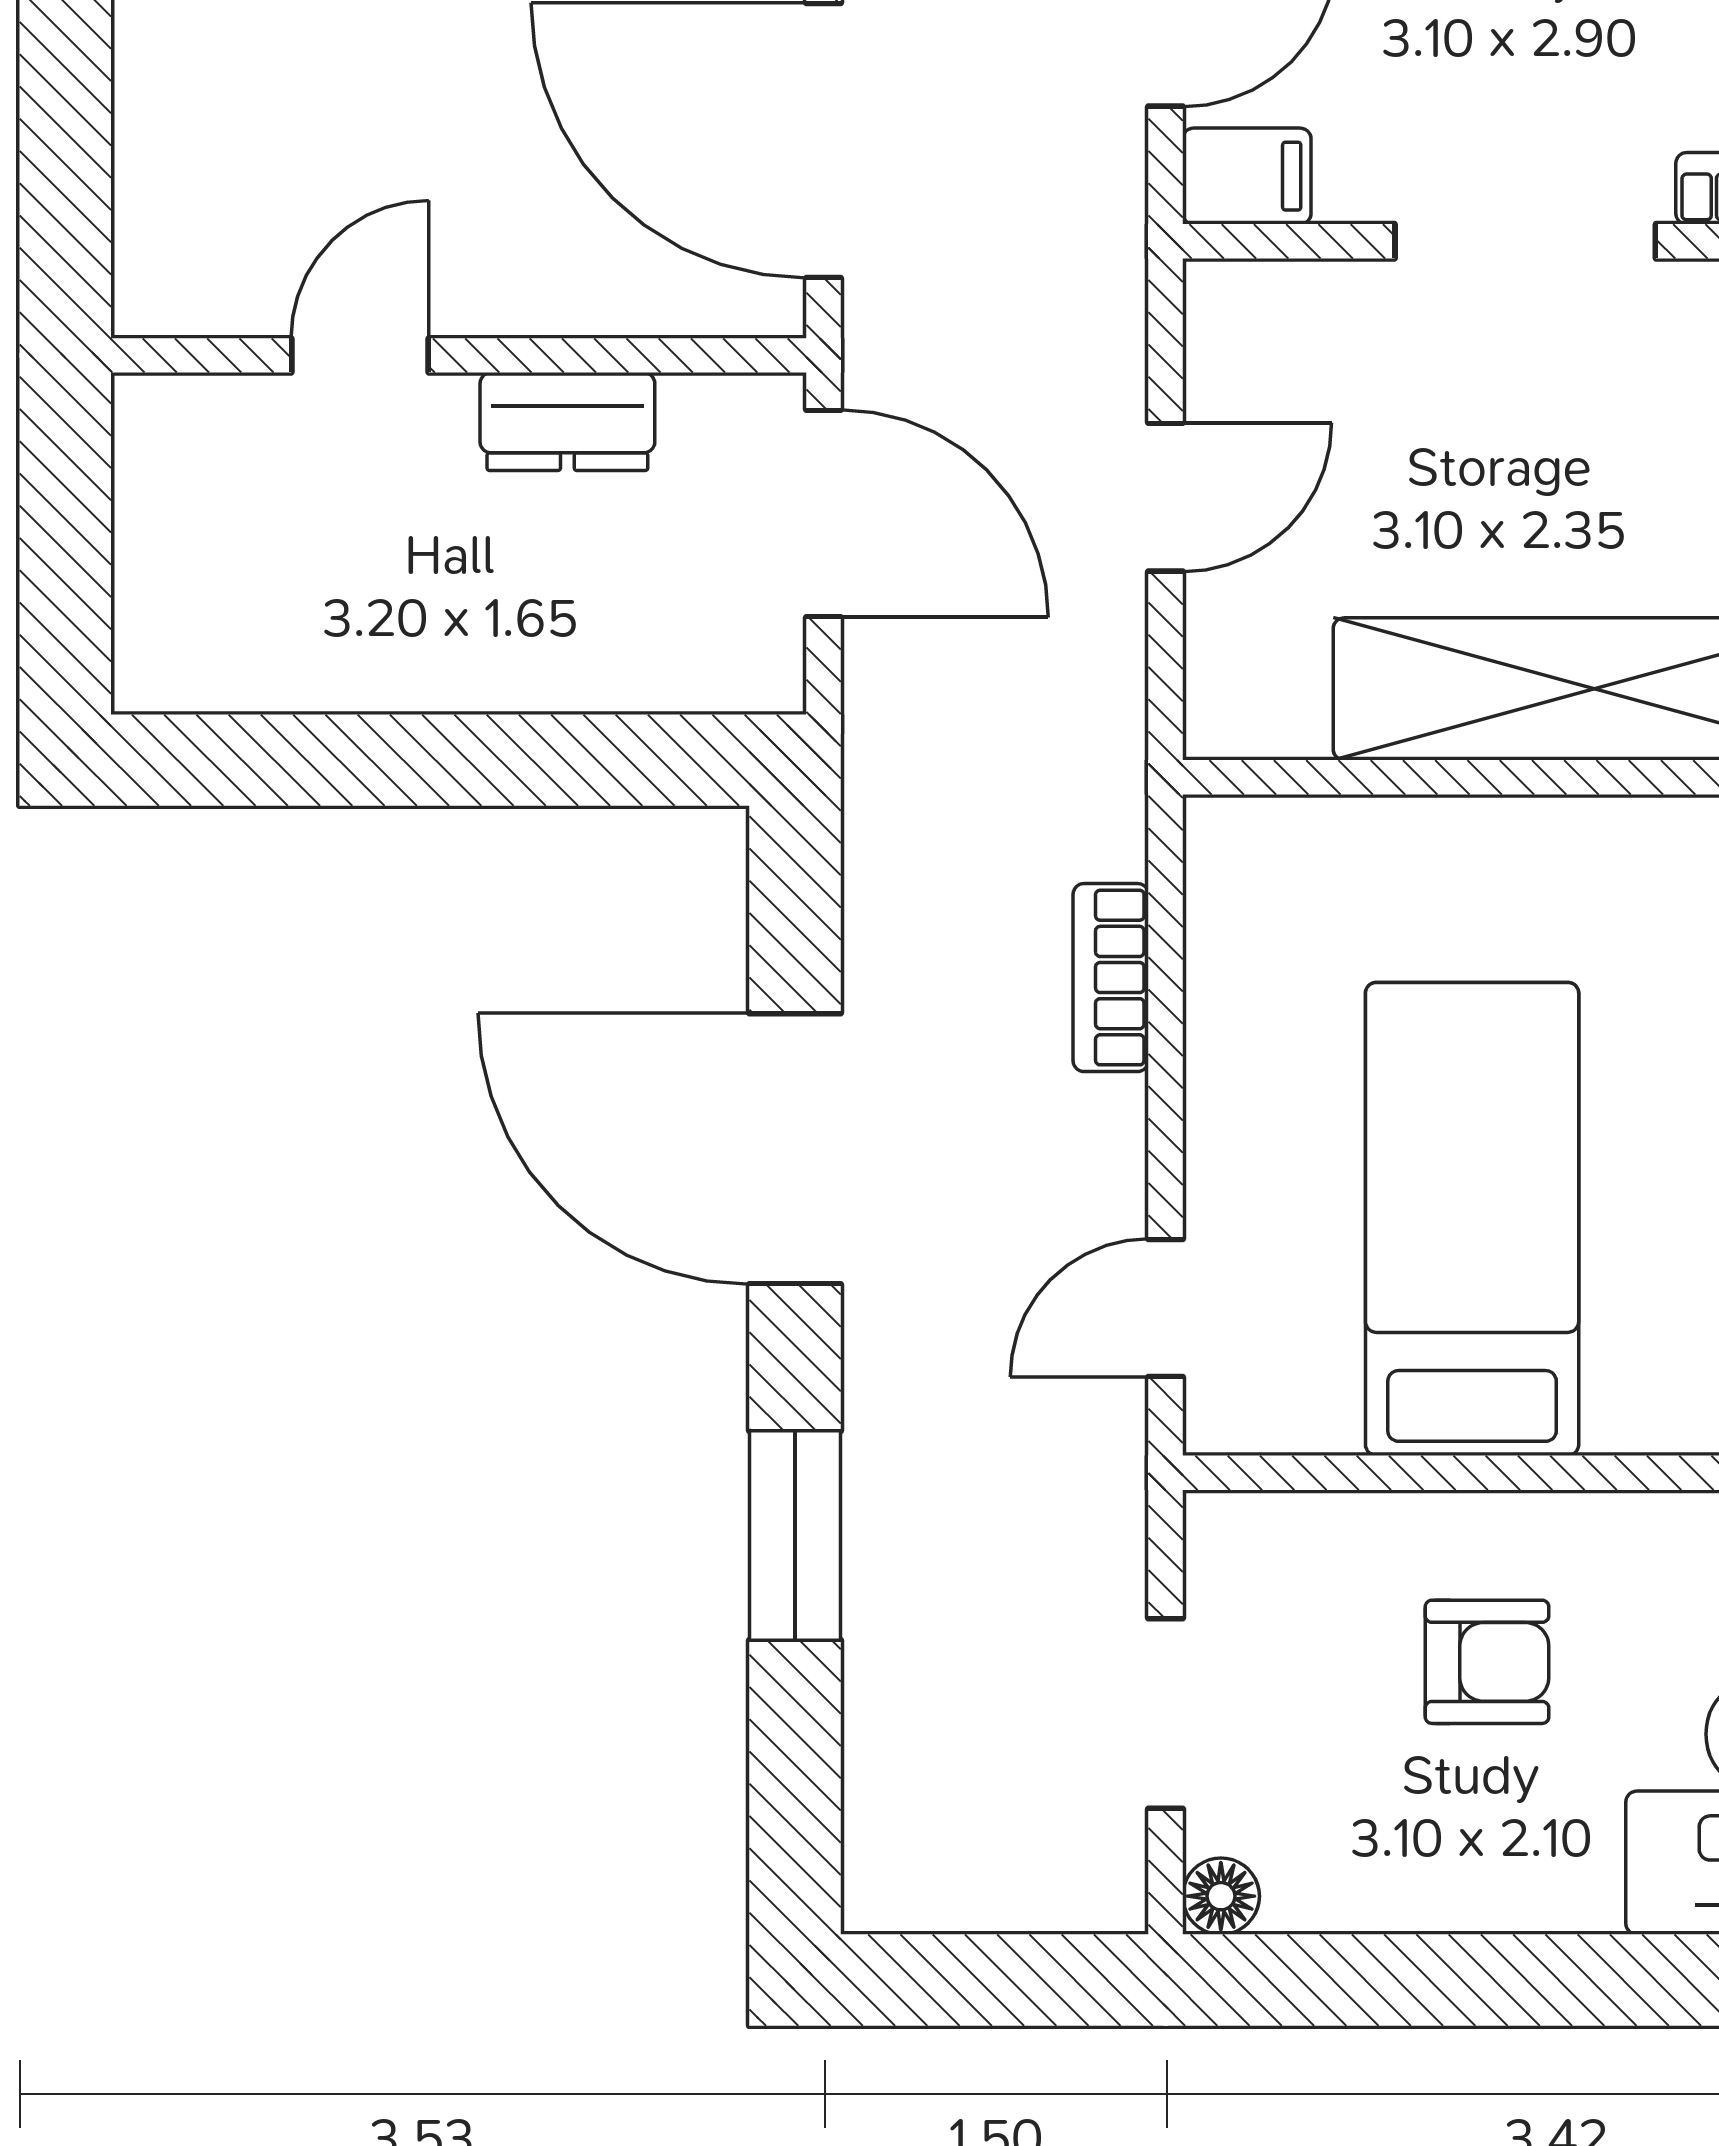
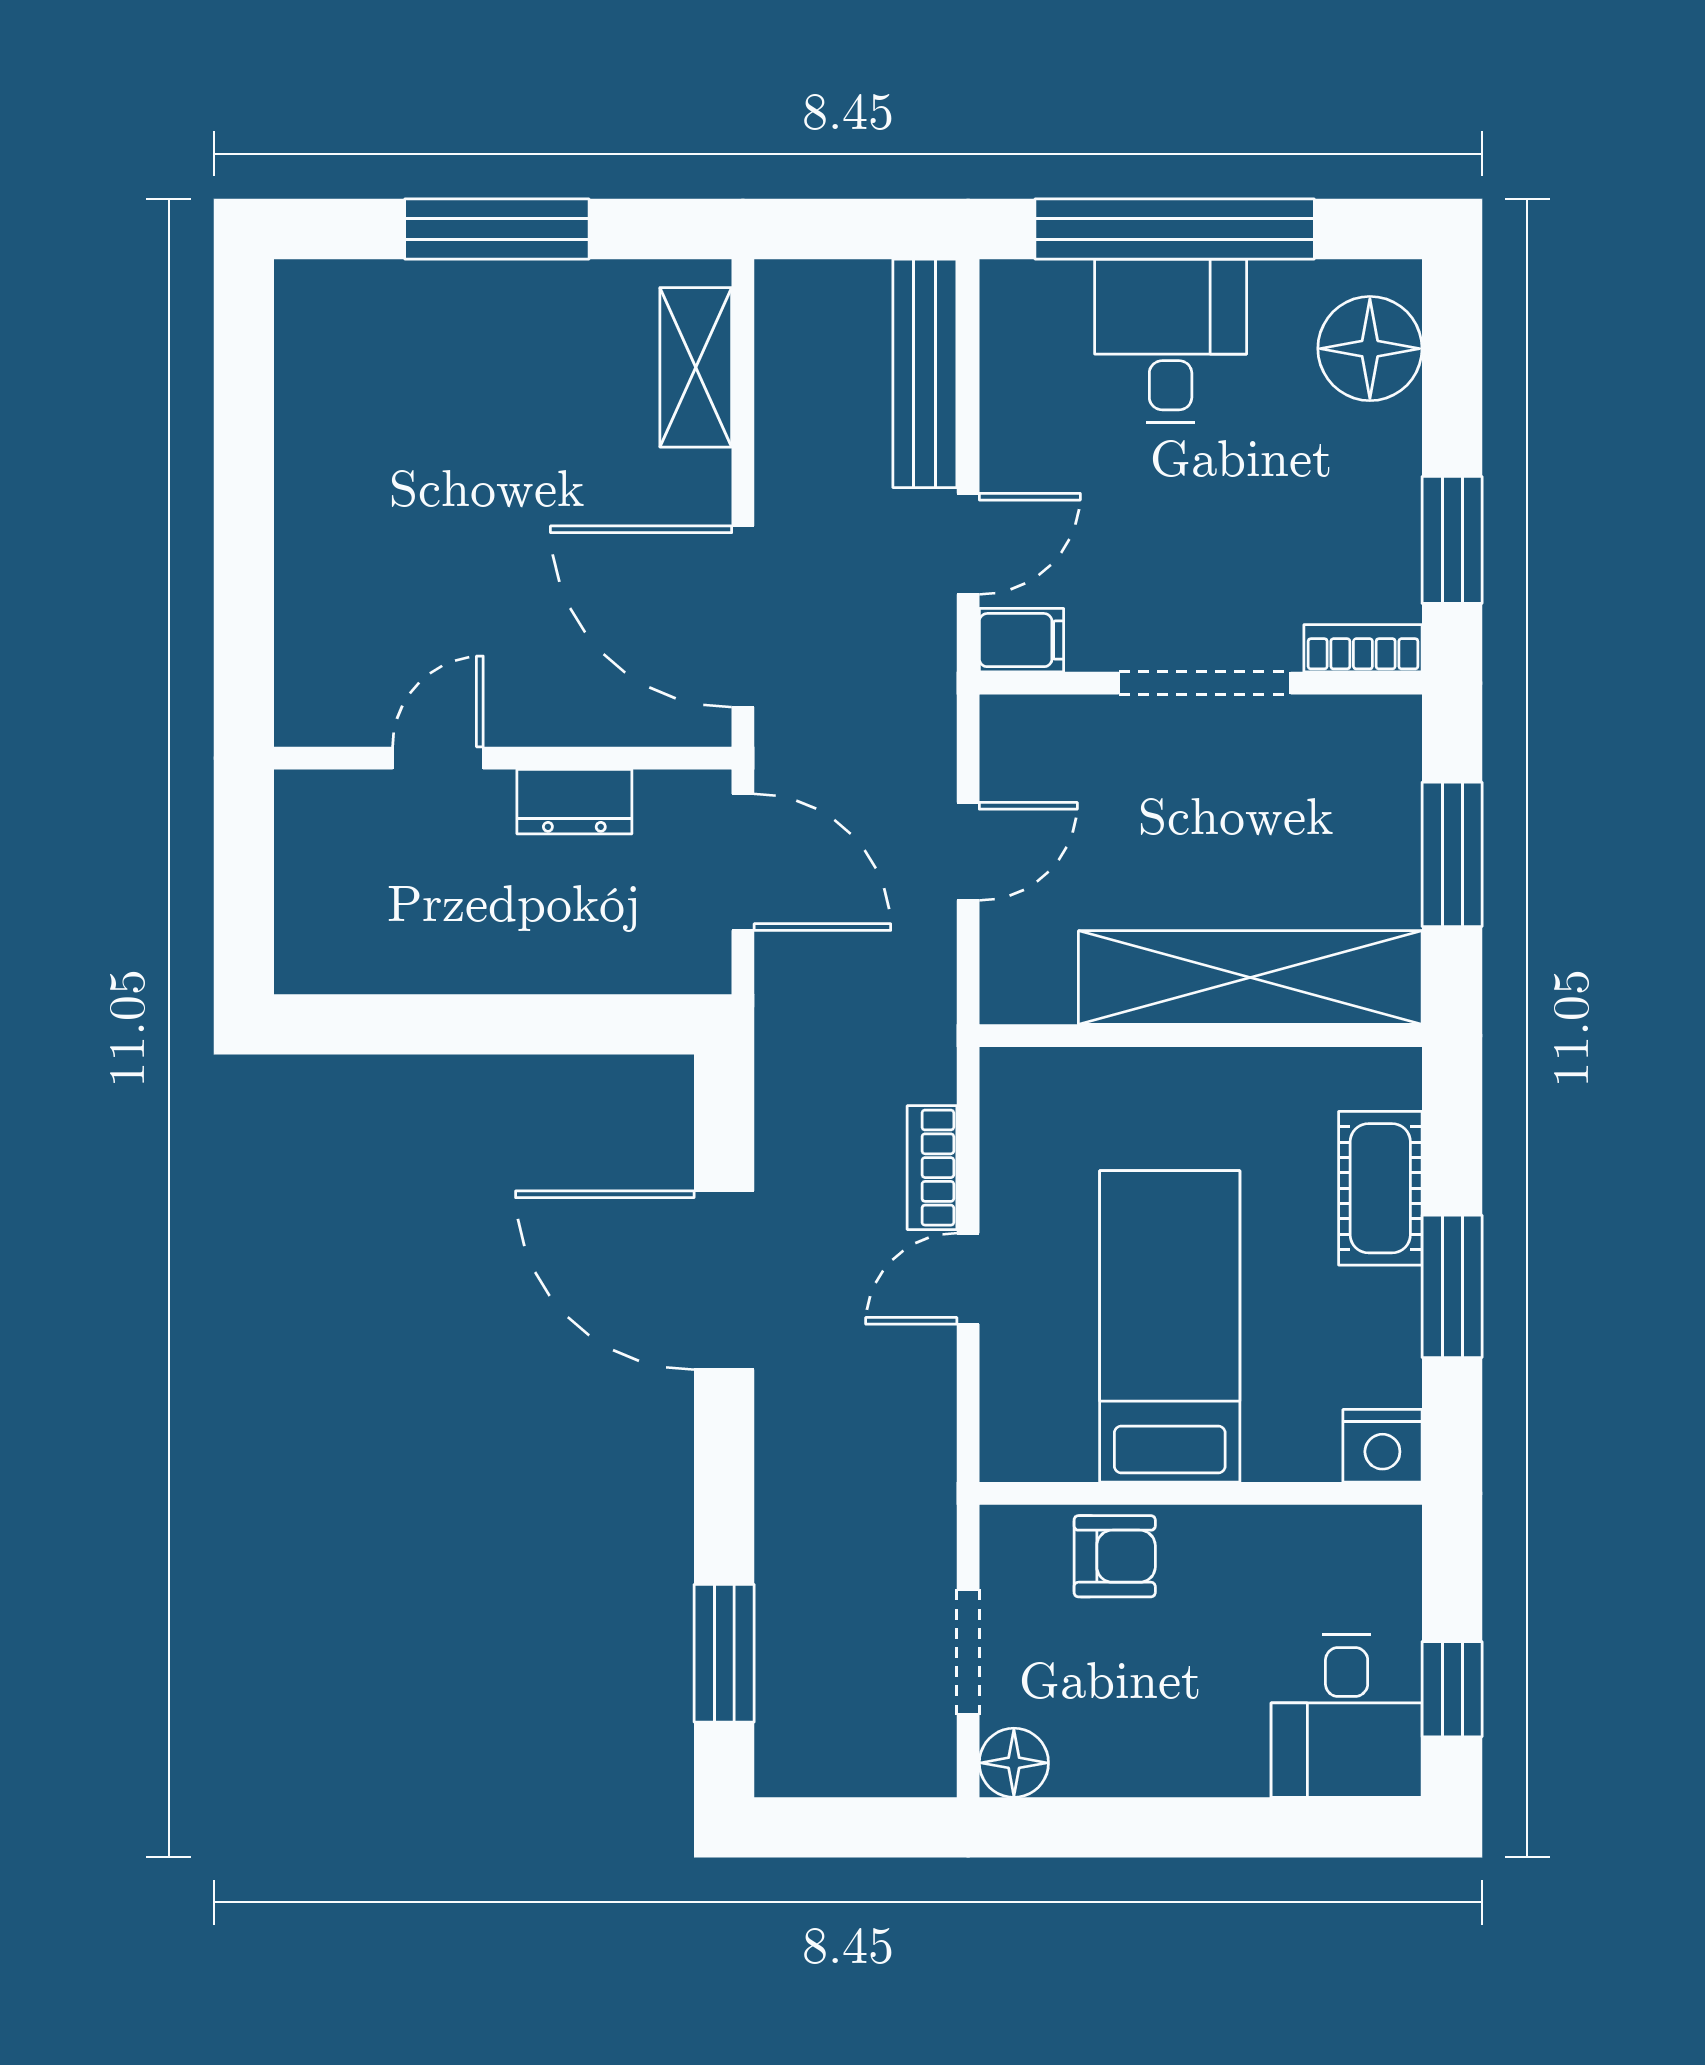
door: (1166, 1308) -> (968, 1279), moved
window: (795, 1535) -> (724, 1653), moved
armchair: (1487, 1662) -> (1115, 1556), moved
floor lamp: (1221, 1896) -> (1014, 1763), width x1.37, depth x1.37

